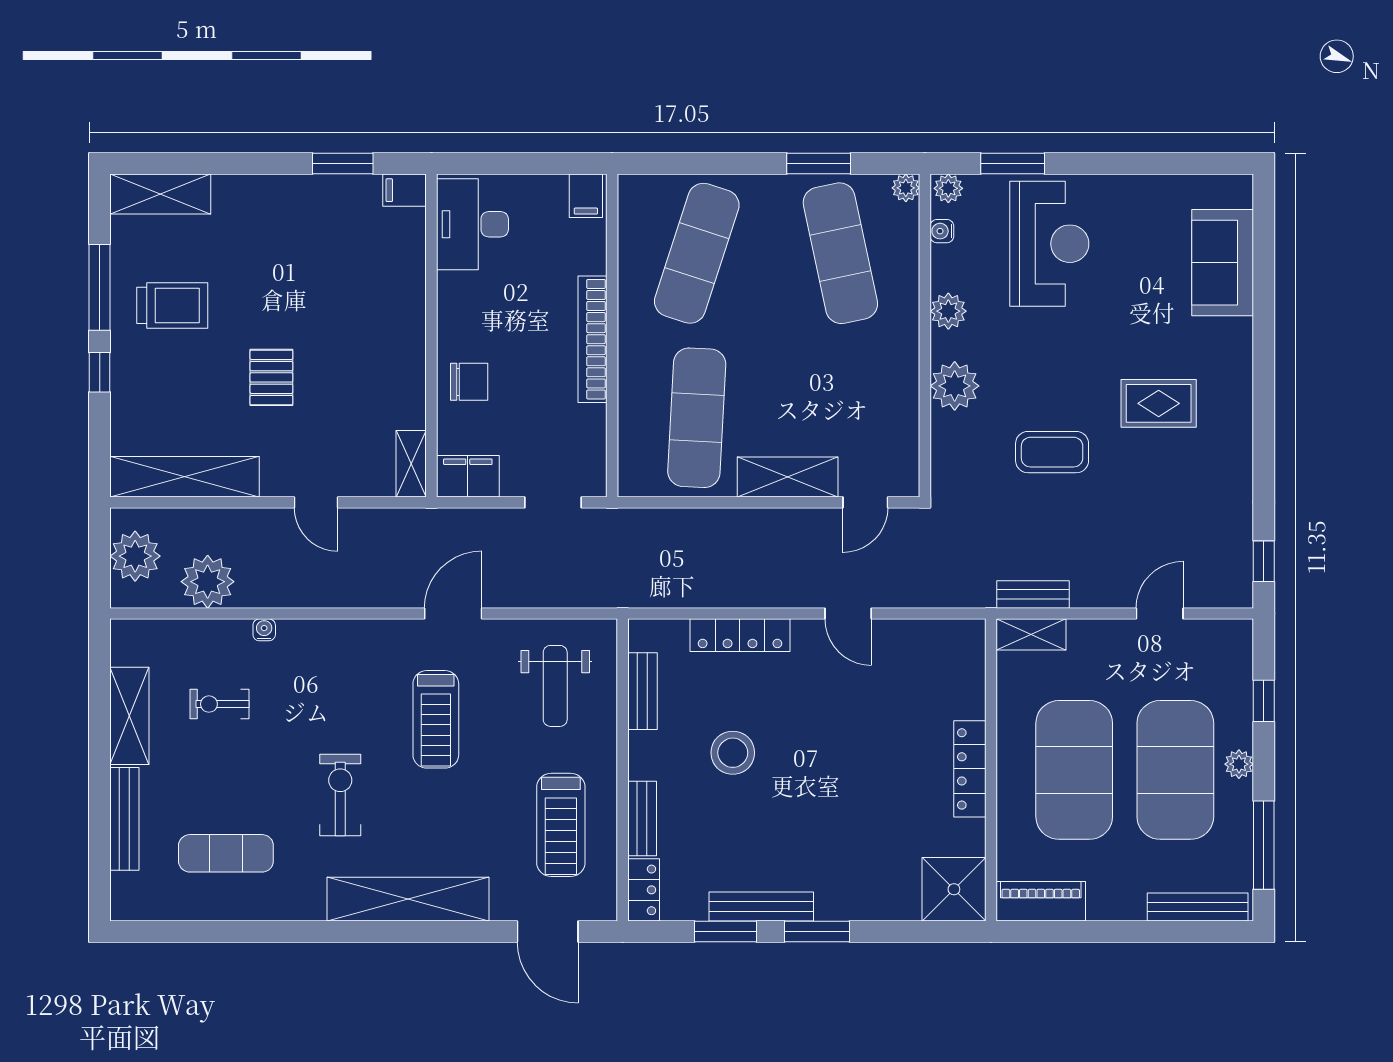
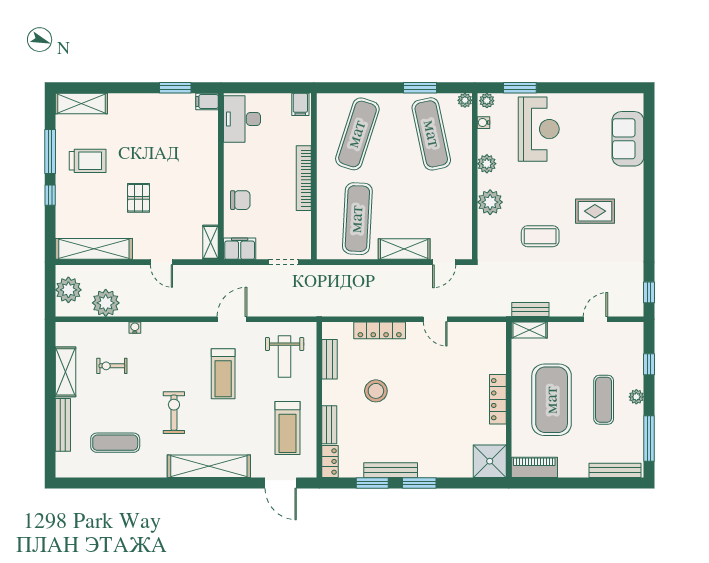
exercise mat: (1175, 770) -> (604, 400), width x0.50, depth x0.69

